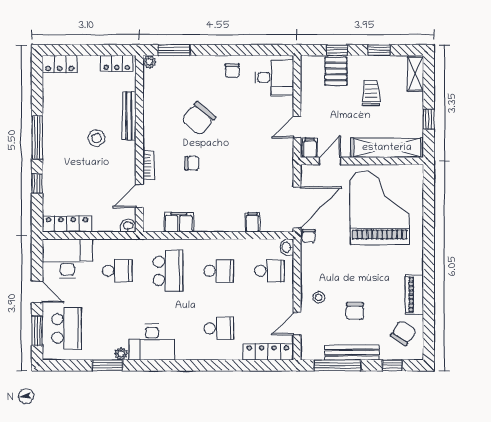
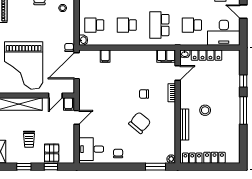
locker: (60, 64) -> (214, 158), moved
filing cabinet: (179, 222) -> (166, 56), moved
locker: (67, 224) -> (206, 55), moved

